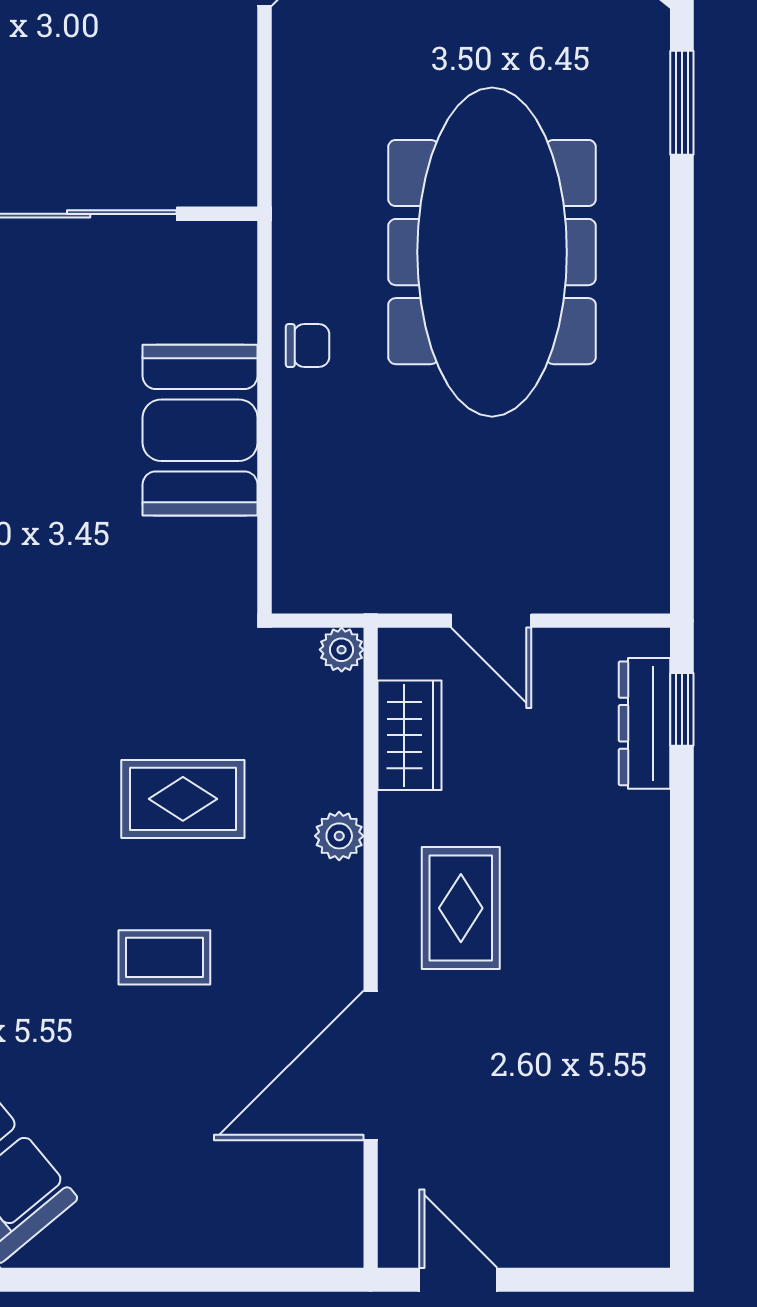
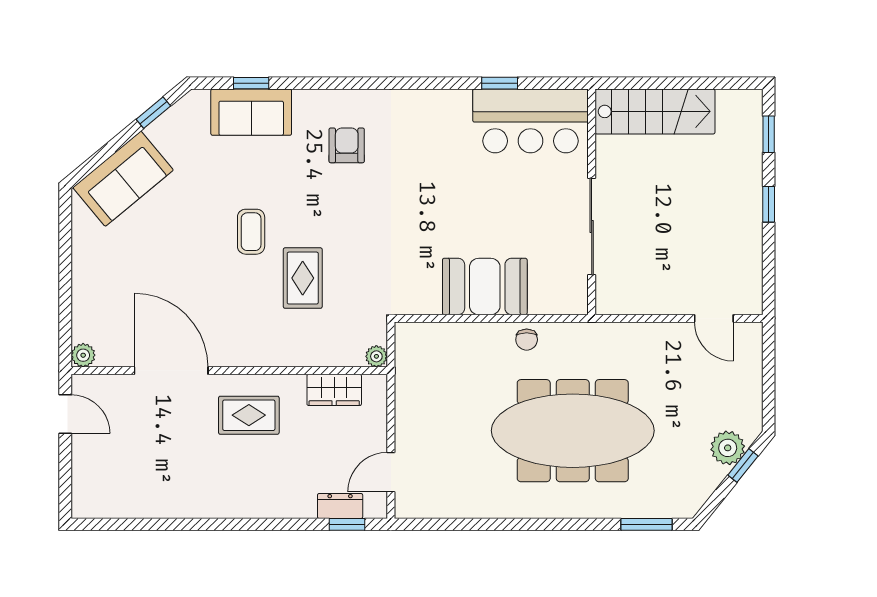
door: (491, 621) -> (391, 472), moved
dresser: (645, 723) -> (340, 506), width x0.70
plant: (339, 836) -> (83, 355), moved
coffee table: (164, 957) -> (251, 232), moved
door: (458, 1280) -> (65, 414), hinge flipped

